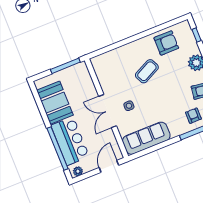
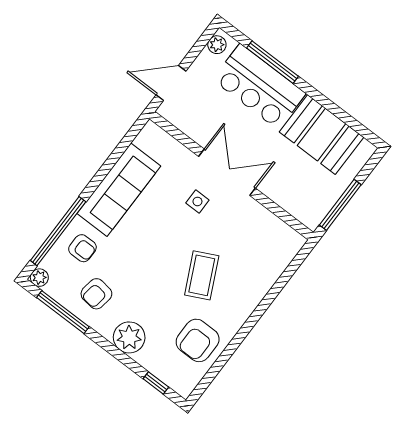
sofa: (146, 138) -> (119, 190), moved
window: (57, 148) -> (273, 62), width x0.68
door: (109, 166) -> (171, 83), swing flipped

